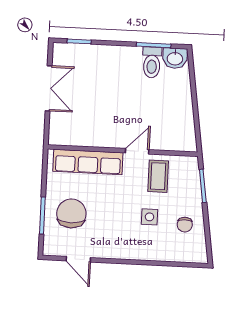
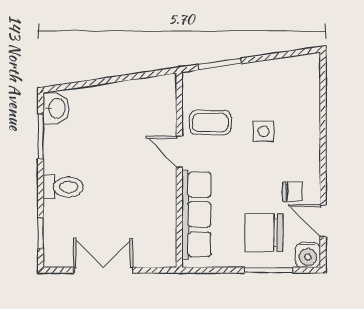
toilet: (152, 62) -> (63, 187), moved
chair: (185, 225) -> (293, 191), moved
water cooler: (53, 246) -> (308, 255), added
door: (78, 259) -> (323, 221), swing flipped

